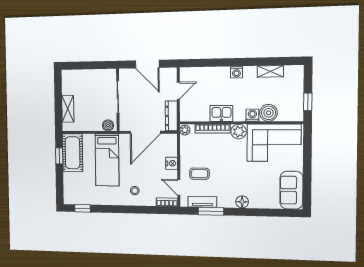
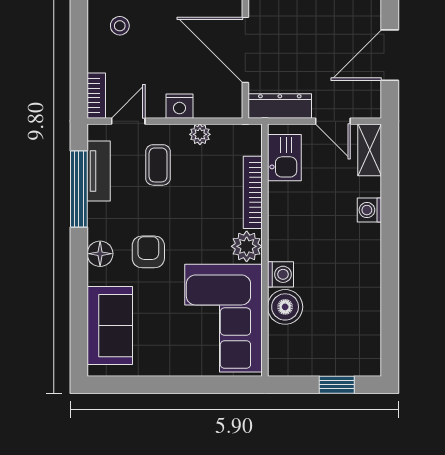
shelving: (270, 71) -> (370, 150), moved
washing machine: (236, 72) -> (369, 210), moved
window: (308, 102) -> (337, 385), moved
kitchen sink: (221, 113) -> (284, 158), moved
plant: (185, 130) -> (200, 134), moved
armchair: (241, 179) -> (148, 252), added
sofa: (291, 190) -> (110, 326), moved, turned 90
window: (211, 211) -> (79, 189), width x1.44

